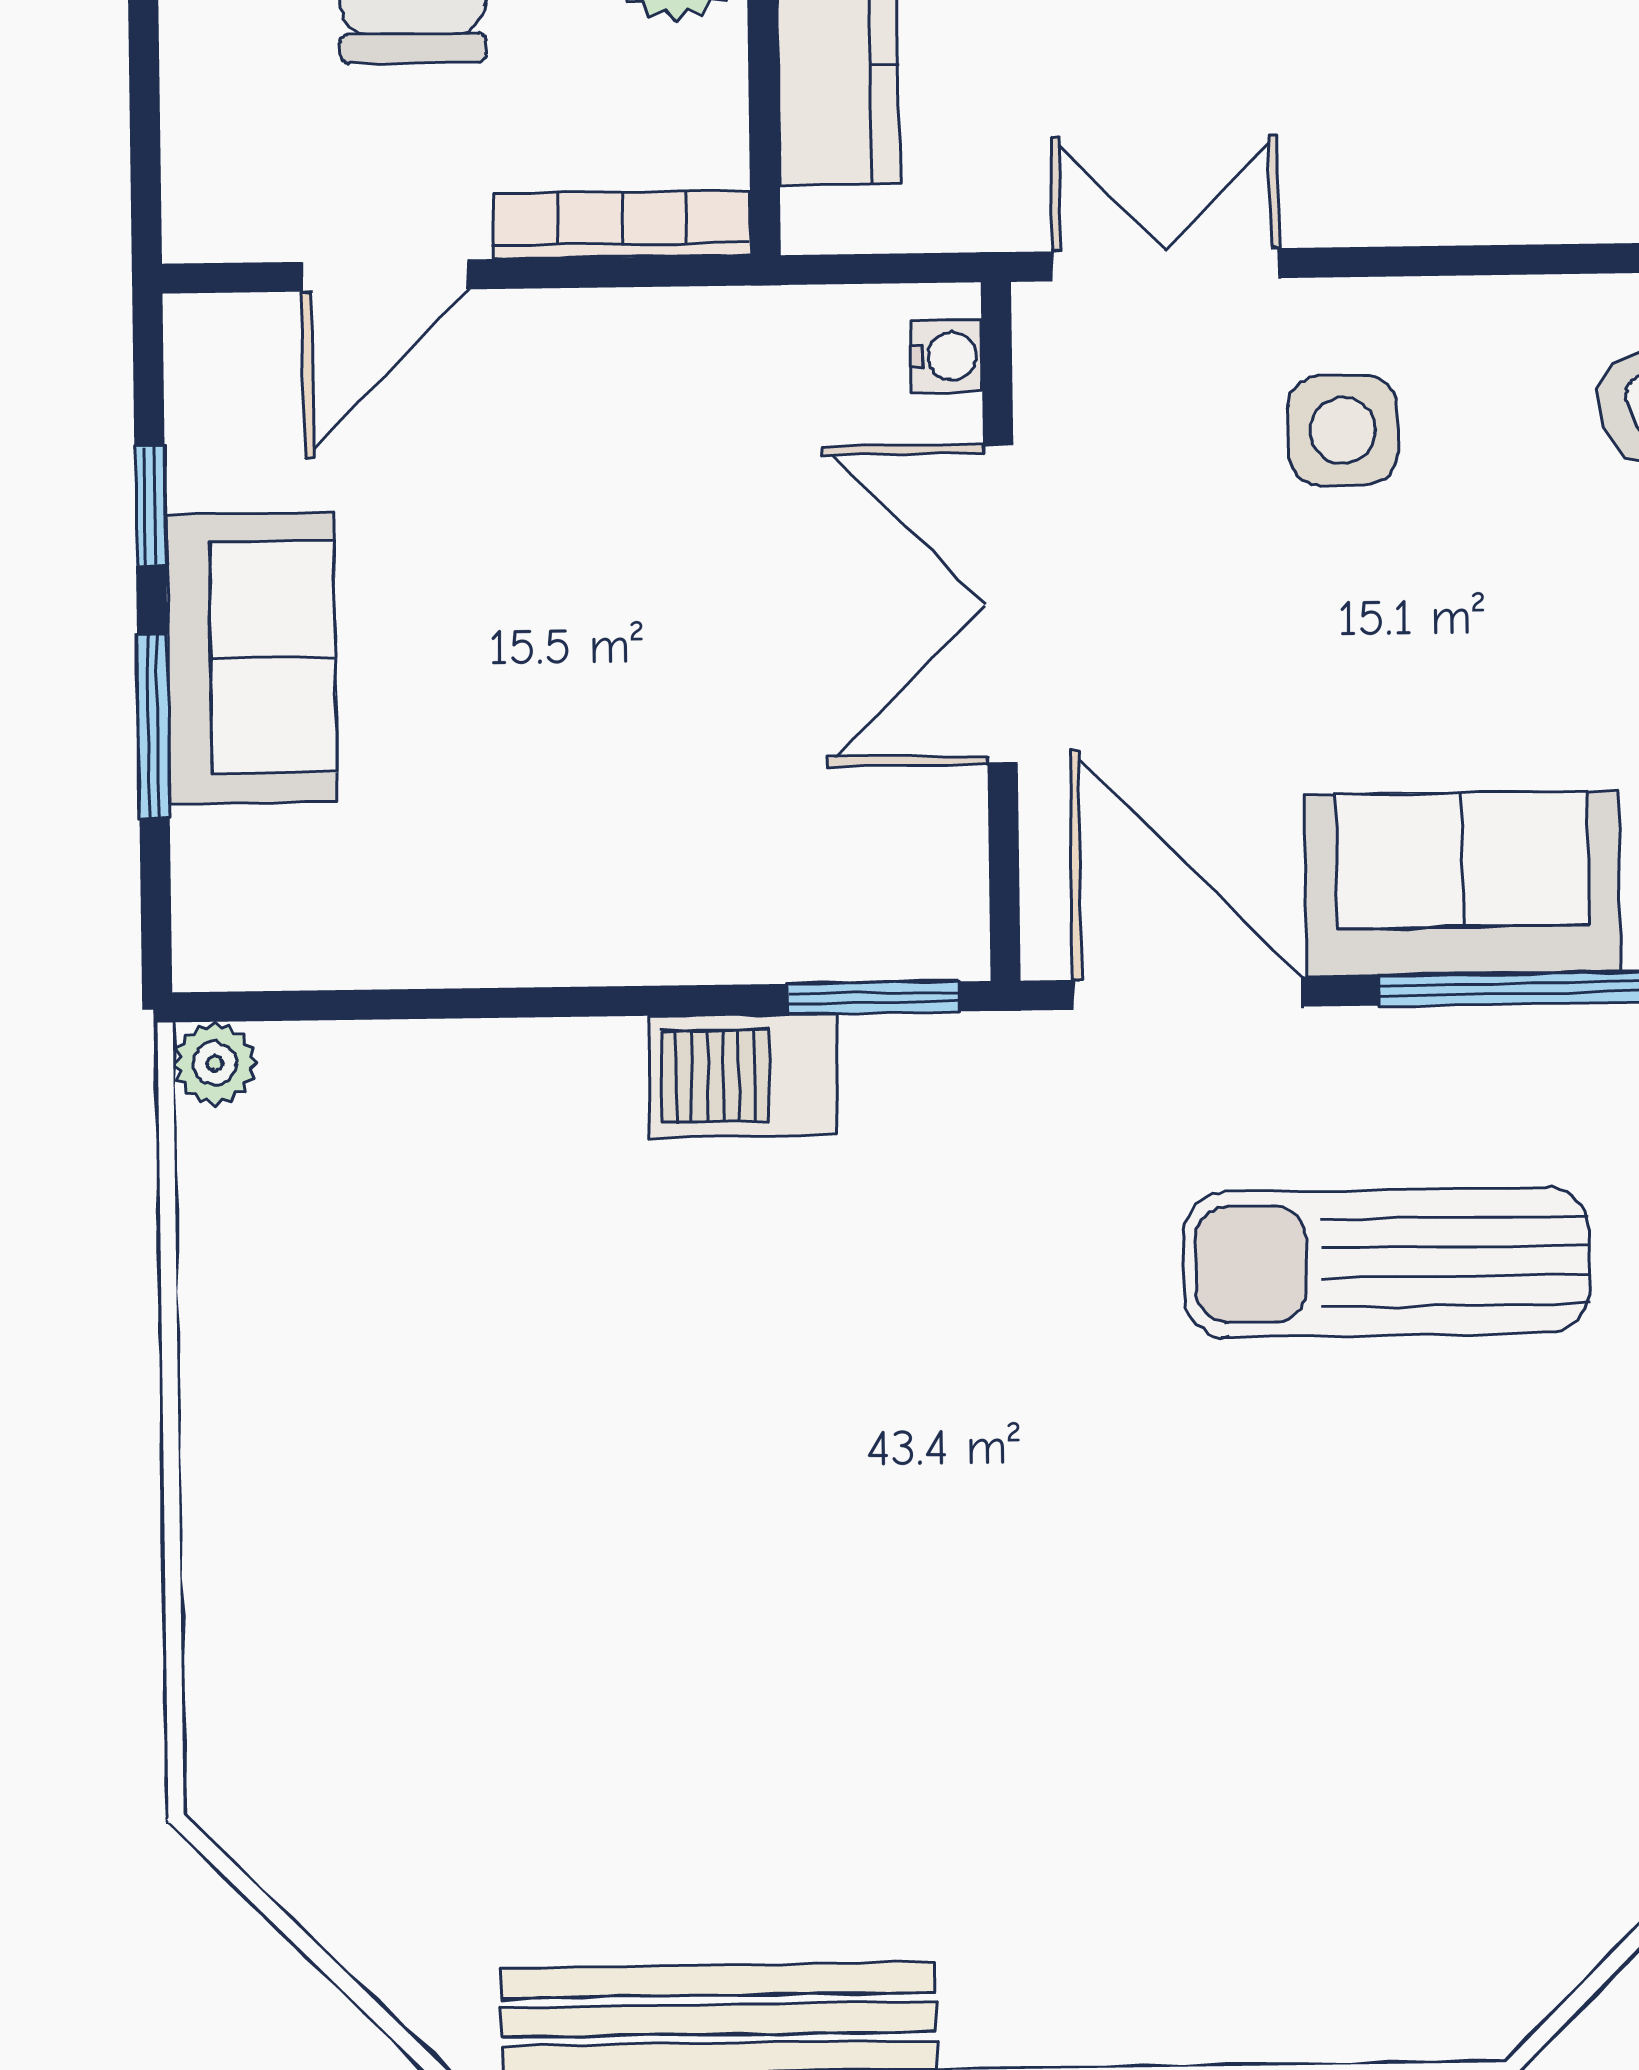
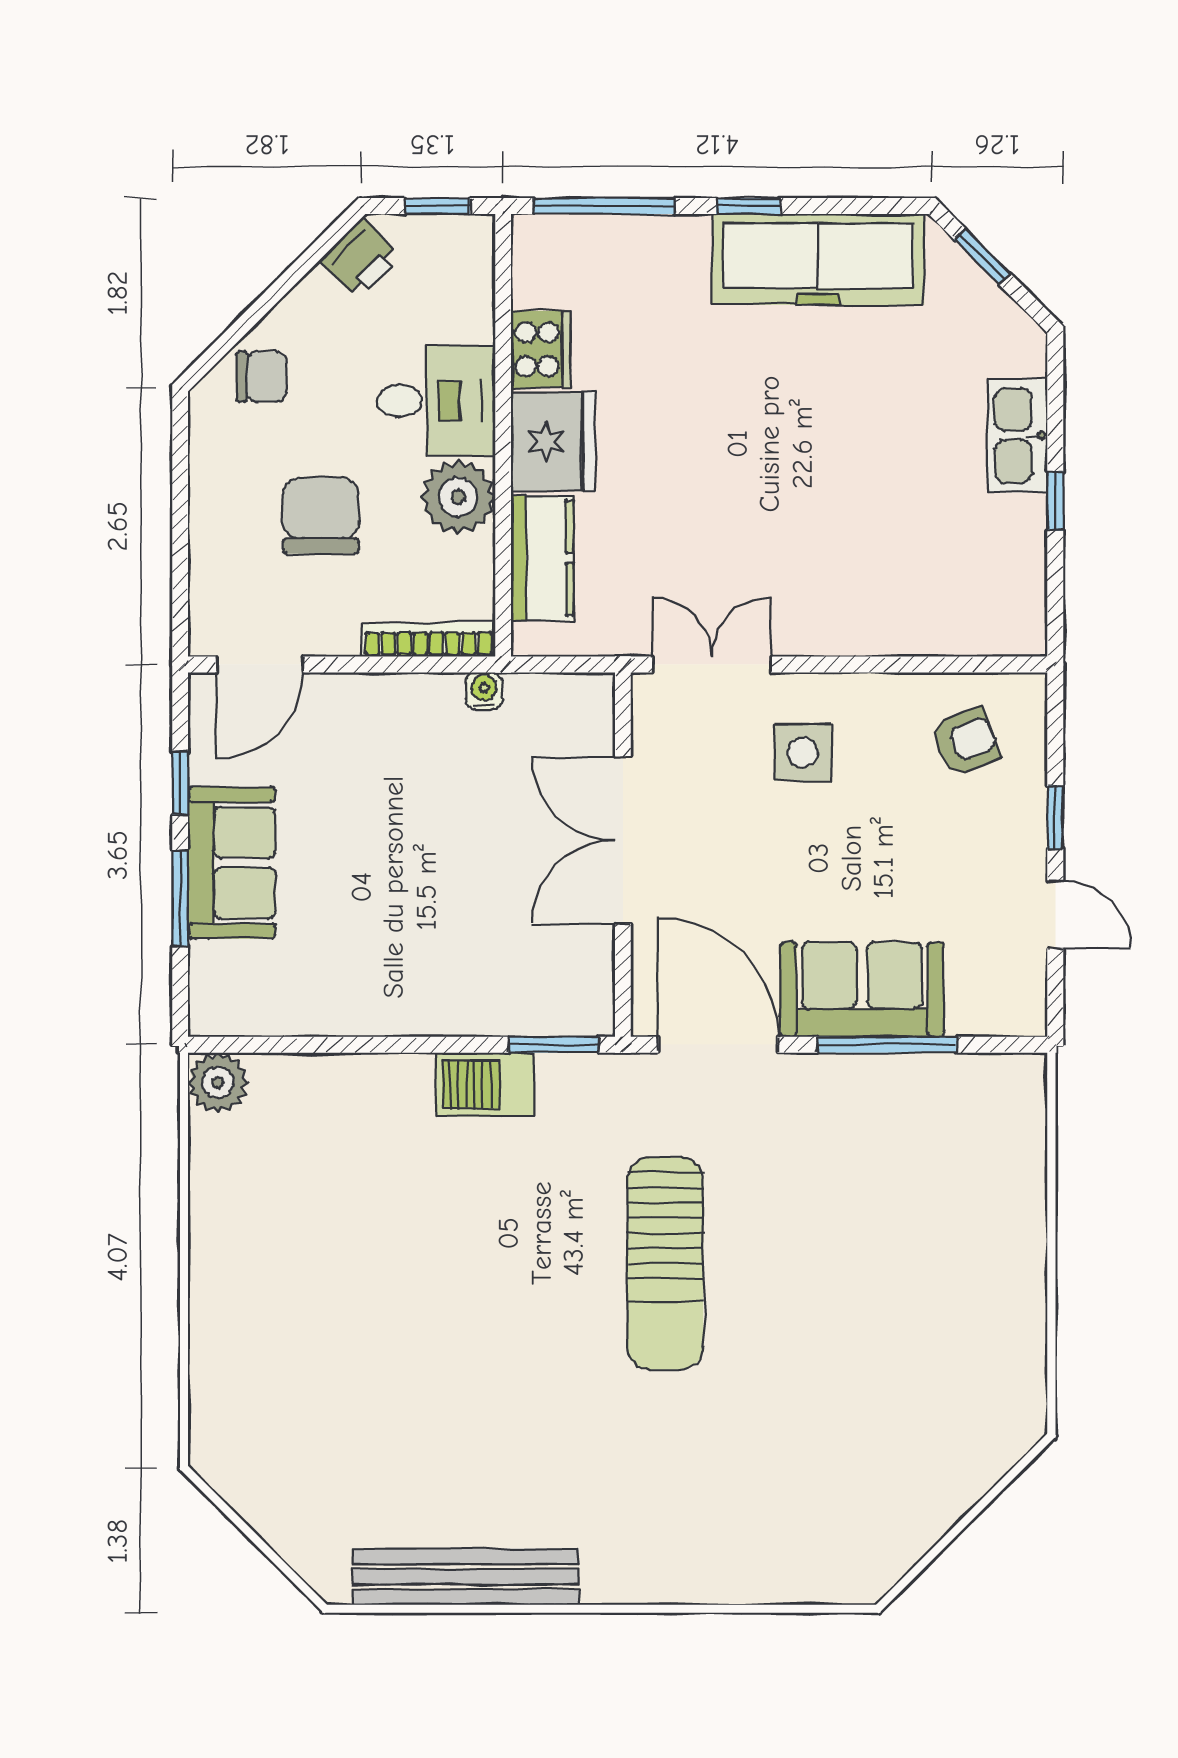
door: (385, 276) -> (260, 664), moved
water cooler: (946, 356) -> (484, 691), moved, turned -90
plant: (215, 1064) -> (218, 1083), width x1.38, depth x1.38
sun lounger: (1387, 1262) -> (665, 1264), moved, turned -90

